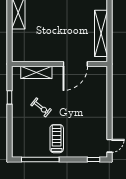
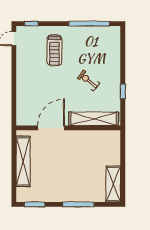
shelving: (36, 72) -> (94, 119), width x1.47
treadmill: (57, 139) -> (54, 50), moved

